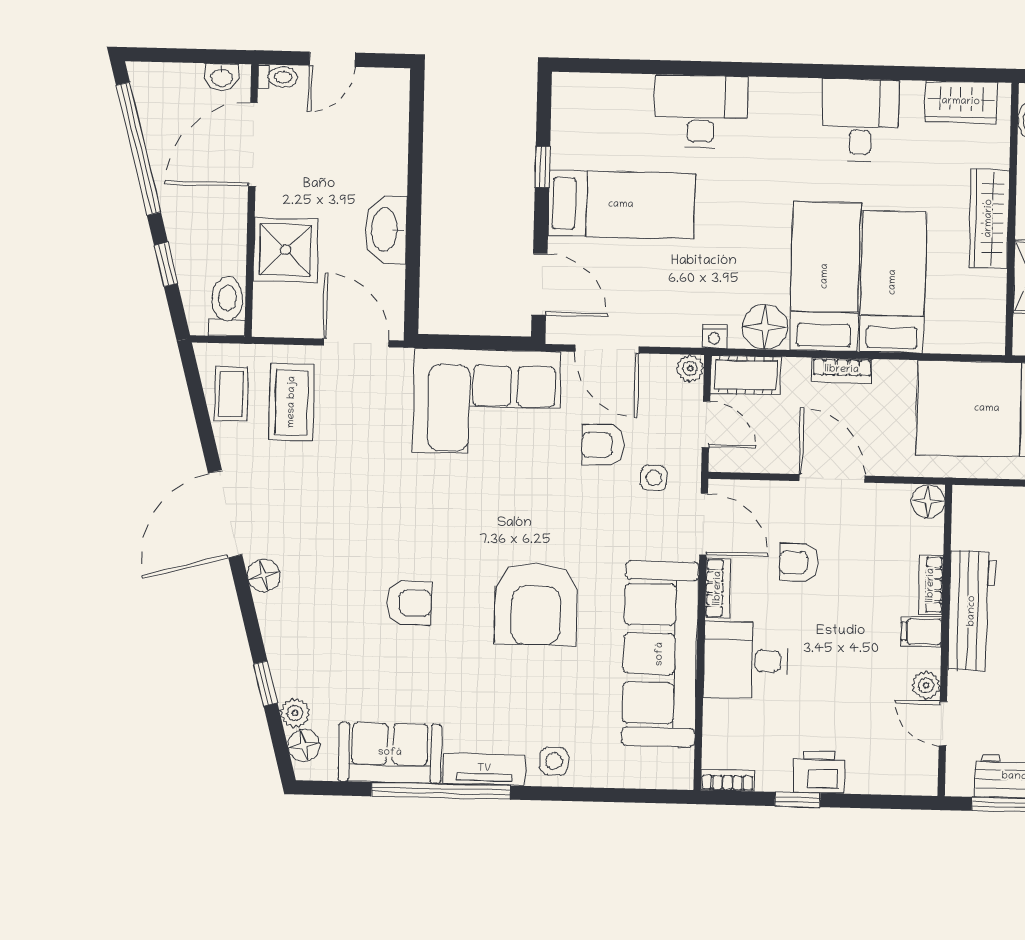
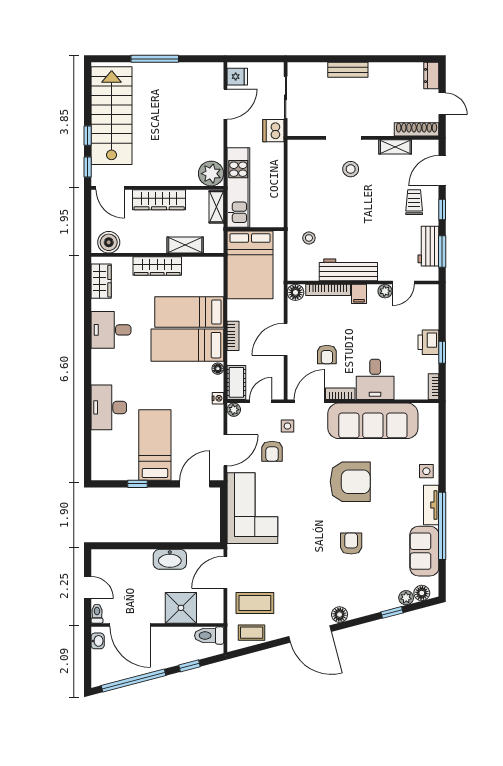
floor lamp: (765, 327) -> (218, 369), width x0.53, depth x0.53
bookcase: (931, 585) -> (328, 290), width x1.56

